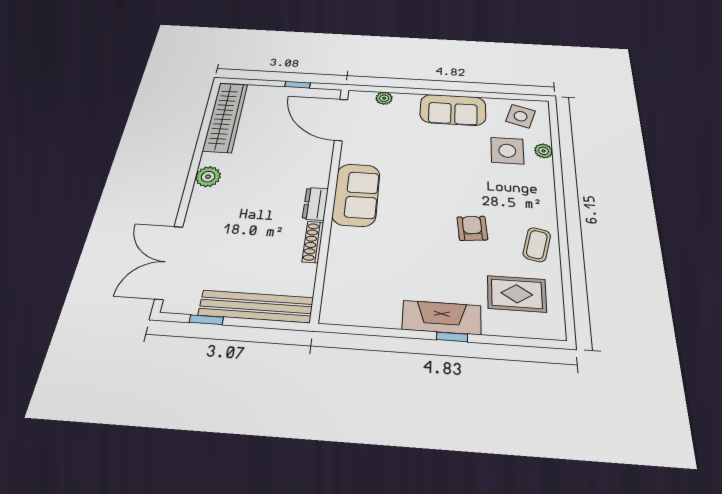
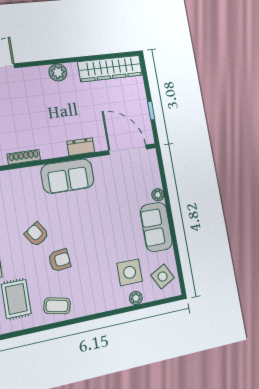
plant: (384, 98) -> (158, 195), moved
side table: (521, 116) -> (163, 276), turned 45
door: (341, 120) -> (128, 150), hinge flipped
dresser: (315, 204) -> (81, 147), moved
armchair: (429, 249) -> (37, 234), added

